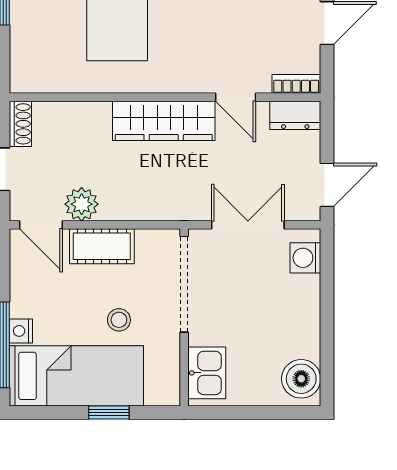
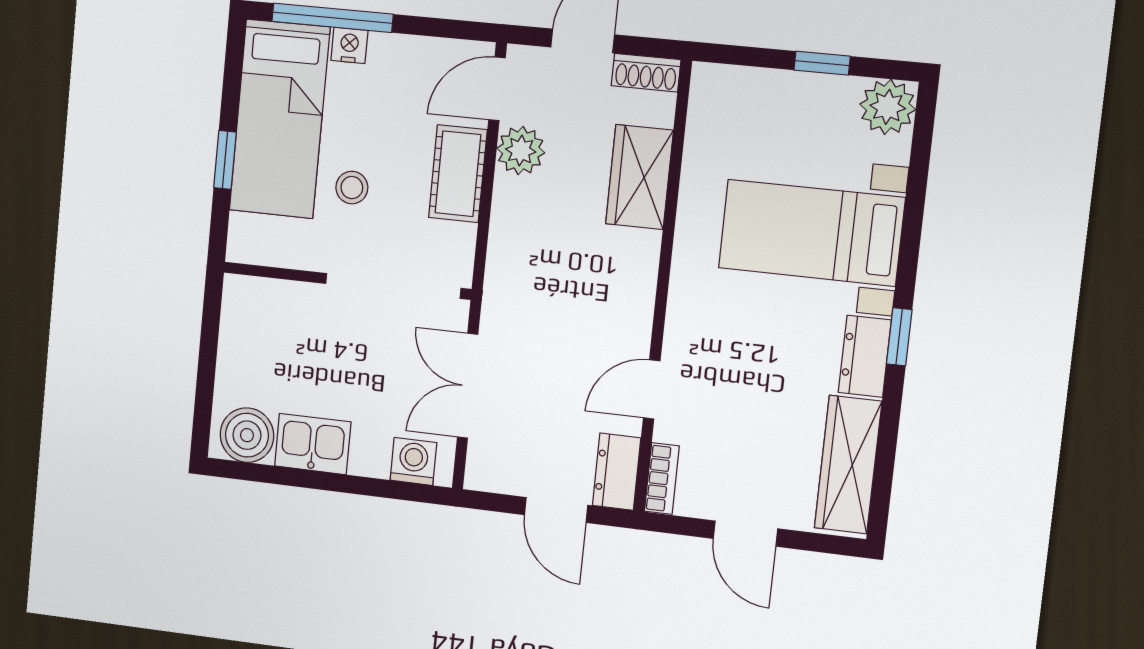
wardrobe: (164, 121) -> (639, 177), moved, width x0.67
door: (327, 185) -> (556, 510), moved
double door: (248, 225) -> (468, 386), swing flipped
kitchen sink: (207, 373) -> (313, 444), moved, turned 180

